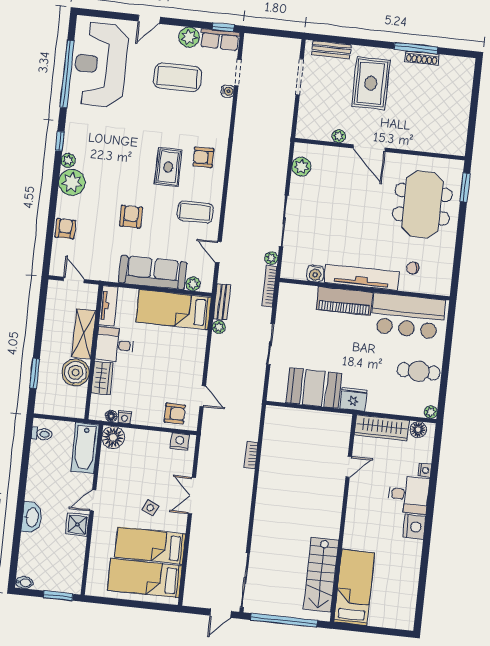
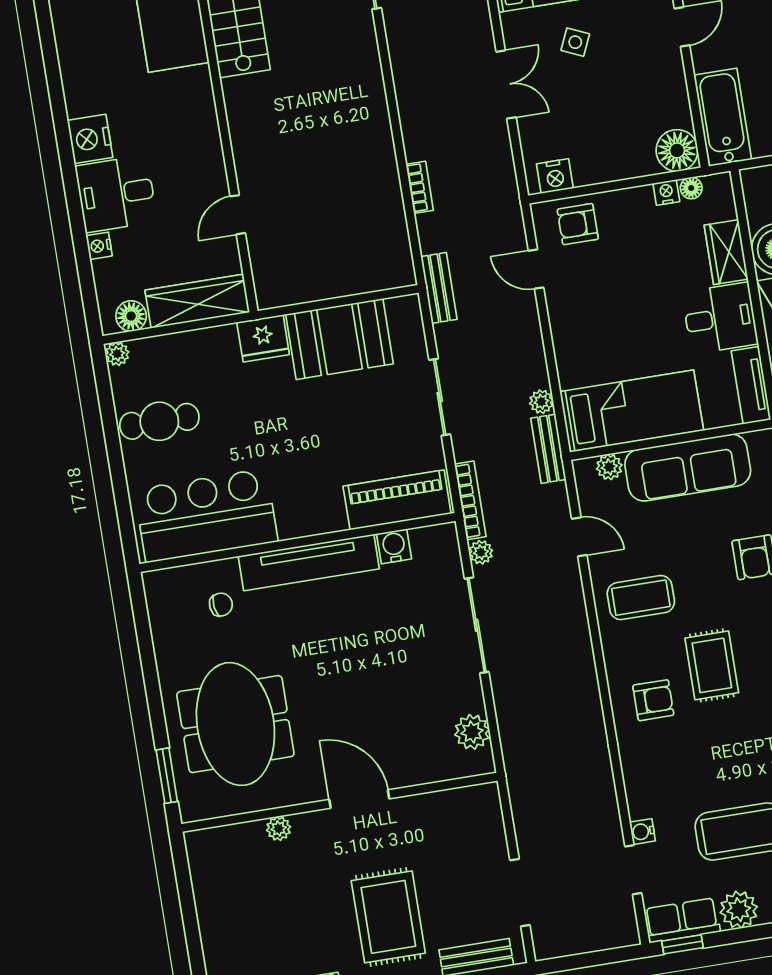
plant: (339, 136) -> (279, 828), moved
piano: (344, 301) -> (397, 500), moved
bench: (255, 400) -> (439, 288), added

